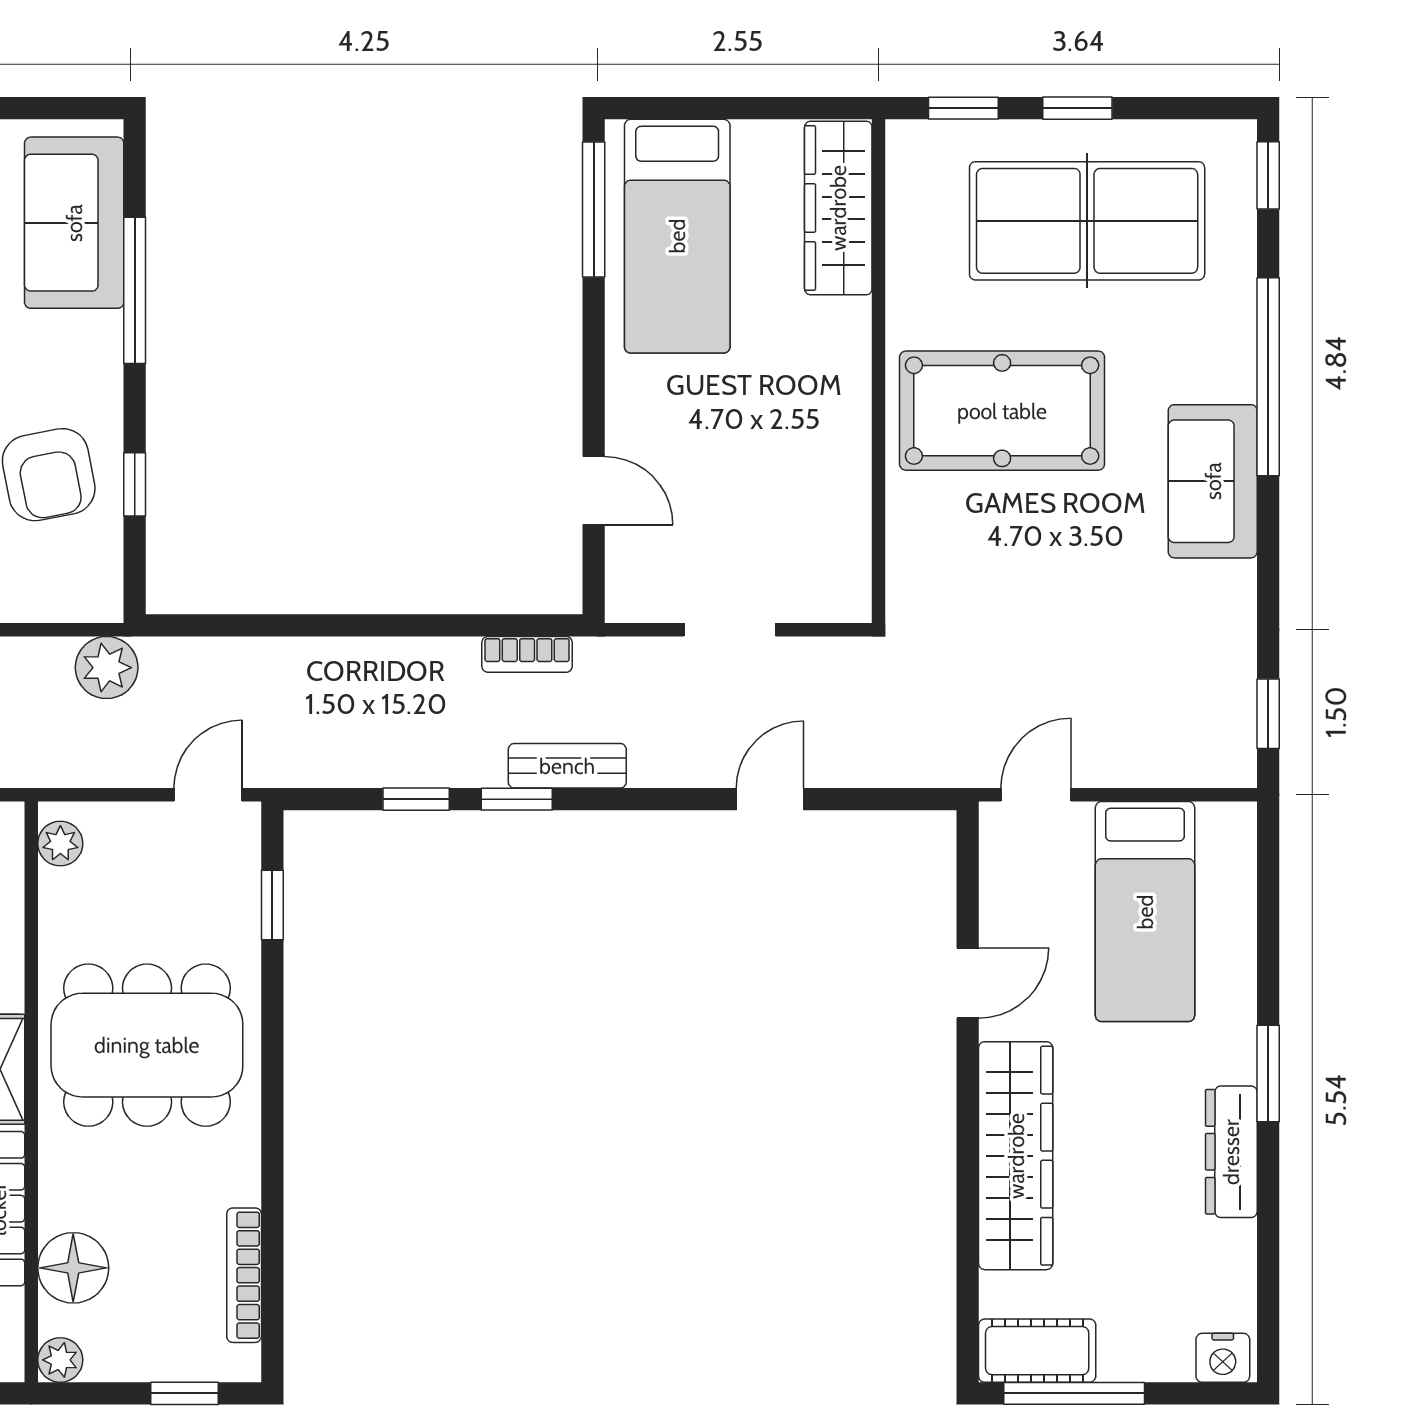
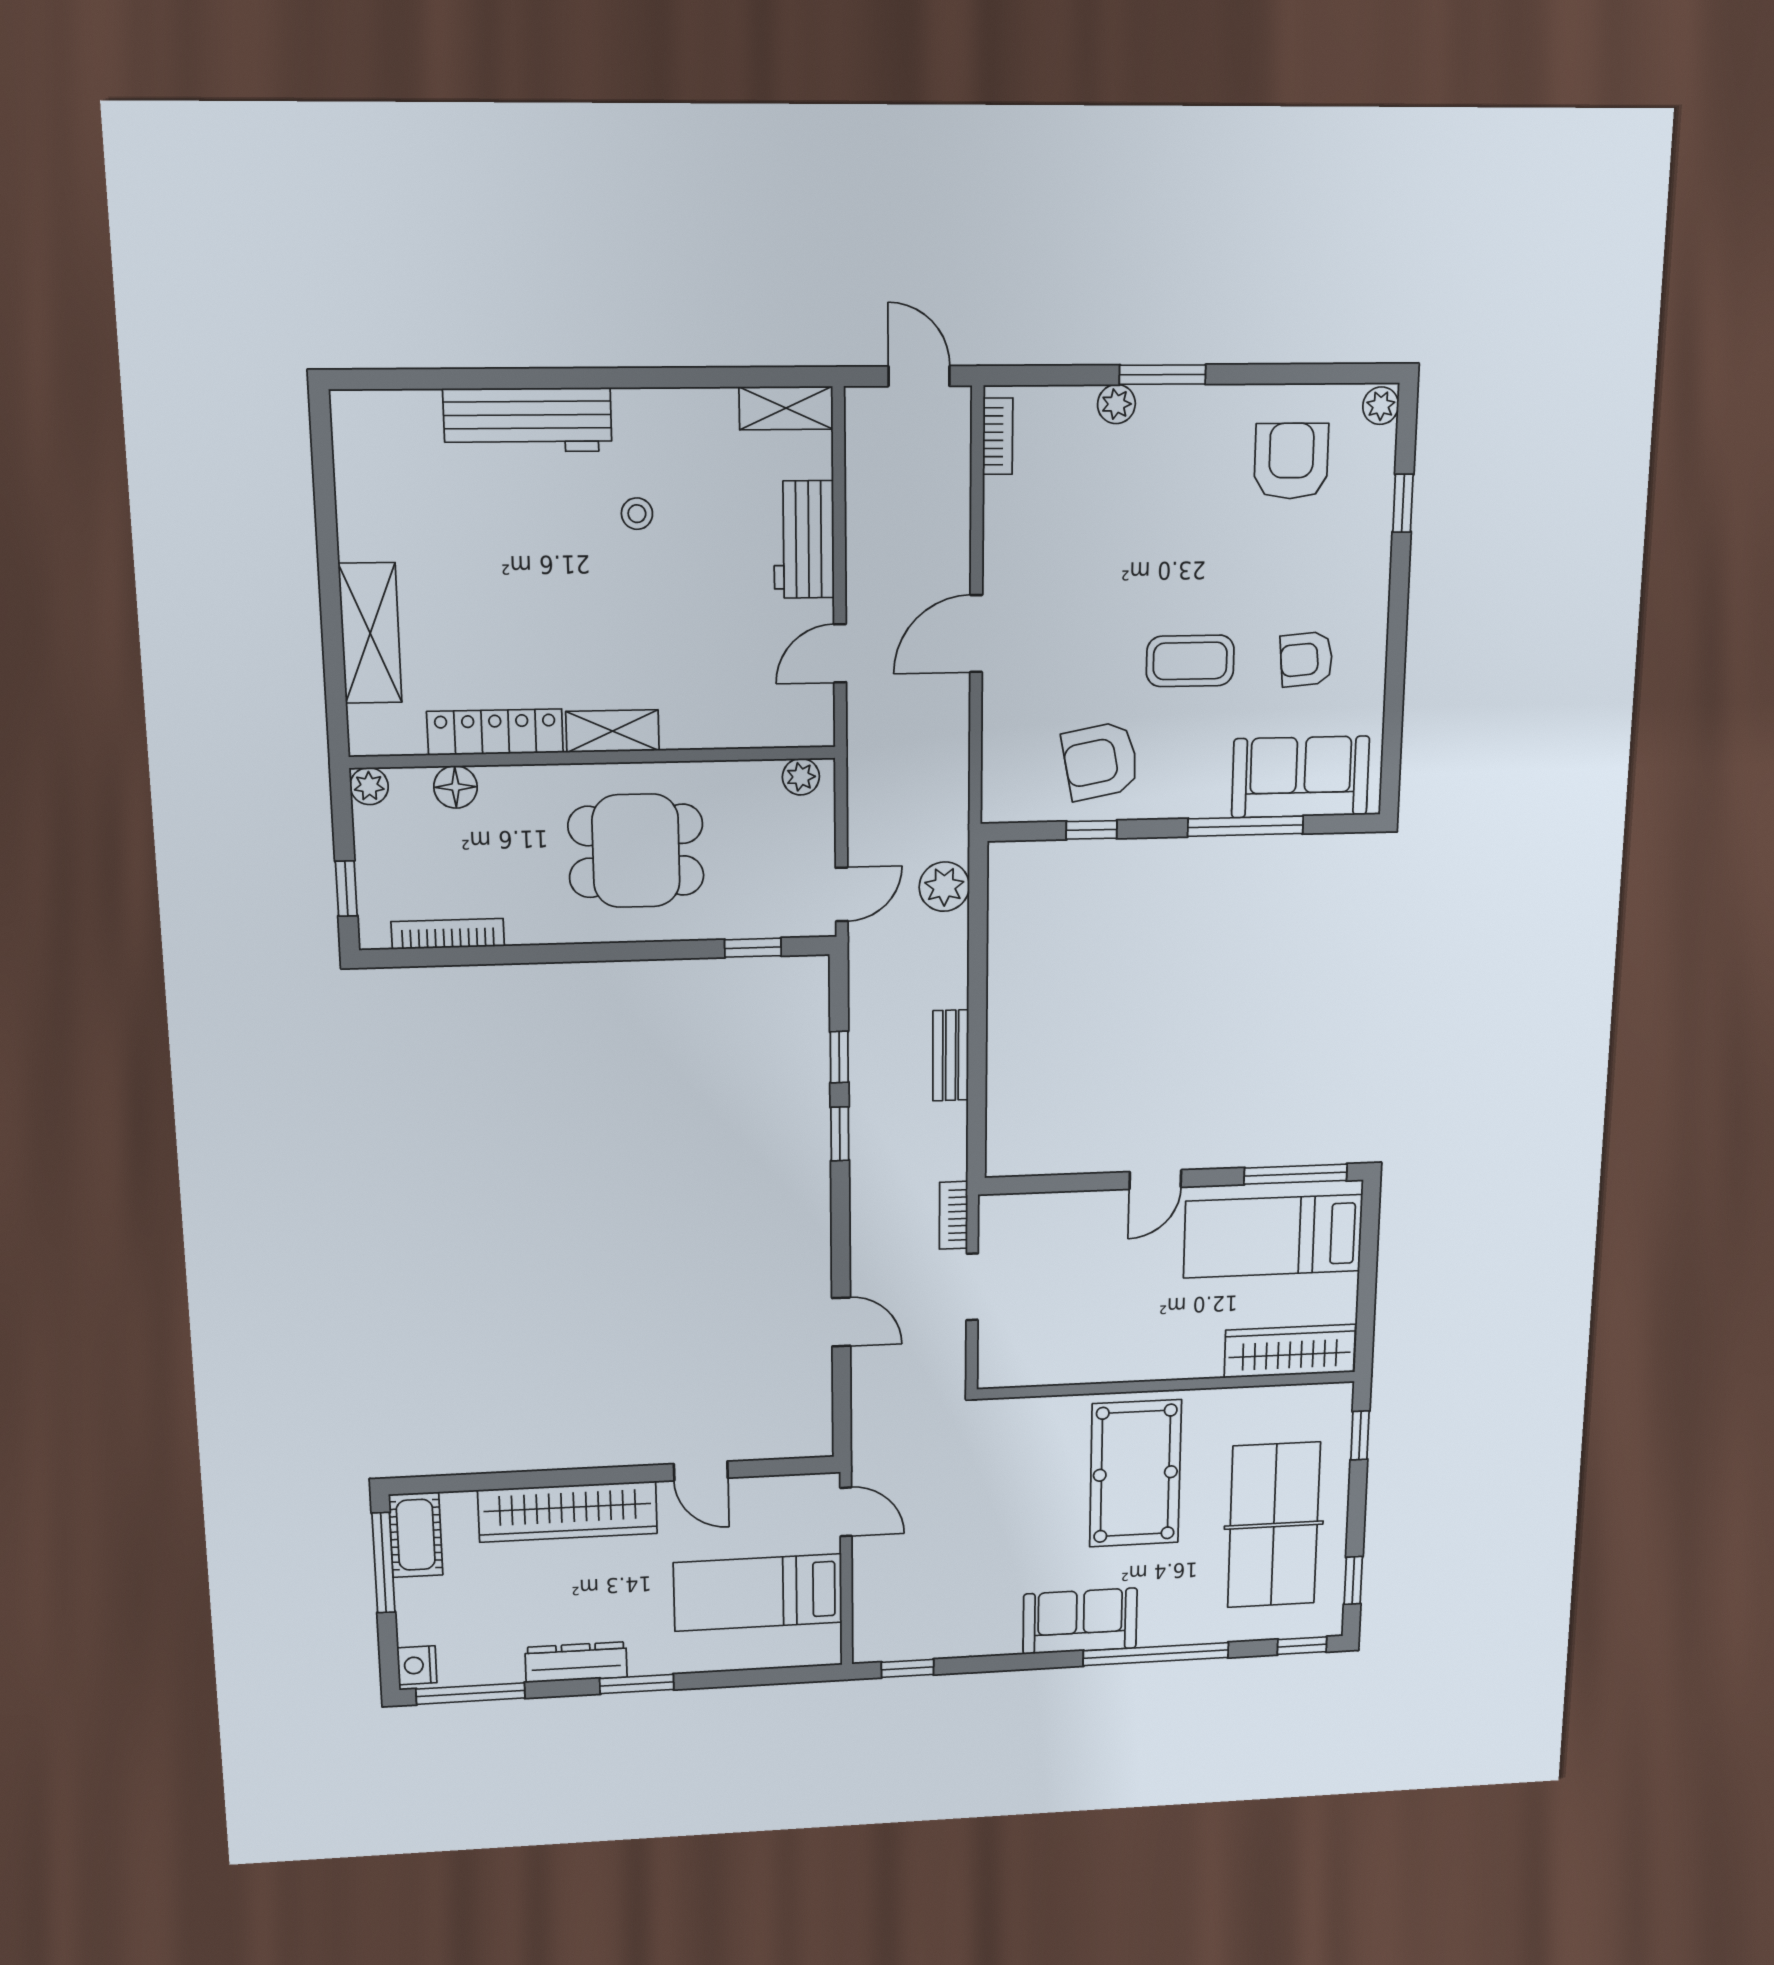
window: (1077, 108) -> (1353, 1580), moved
door: (594, 491) -> (1155, 1180), moved
bookcase: (527, 654) -> (953, 1215), moved
plant: (107, 668) -> (944, 887), moved
bench: (567, 766) -> (951, 1055), moved
door: (208, 795) -> (842, 894), hinge flipped
dining table: (147, 1045) -> (636, 851), width x0.73
floor lamp: (73, 1268) -> (456, 787), width x0.73, depth x0.73
window: (1268, 1290) -> (471, 1694), added

